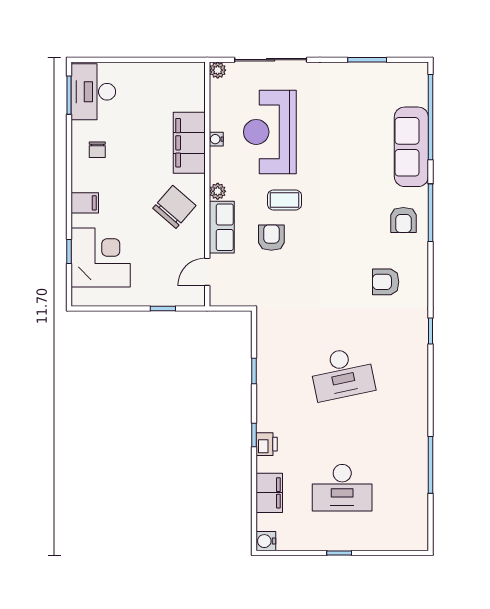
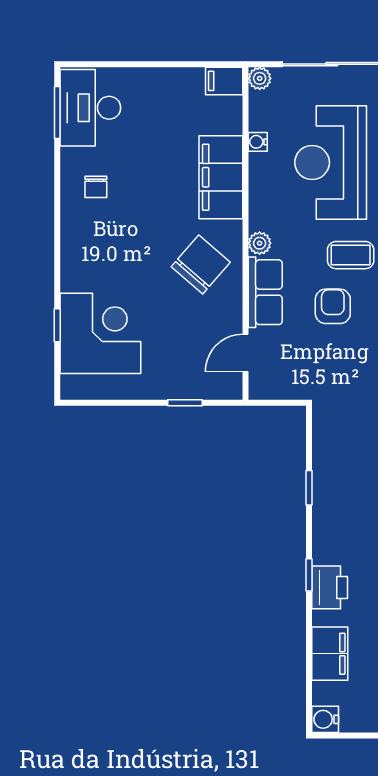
water cooler: (216, 139) -> (258, 142), moved
filing cabinet: (85, 203) -> (224, 81), moved, turned 180
printer: (267, 444) -> (330, 587), width x1.36, depth x1.24

